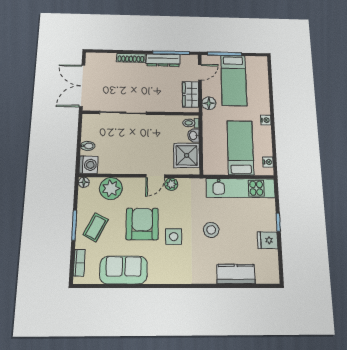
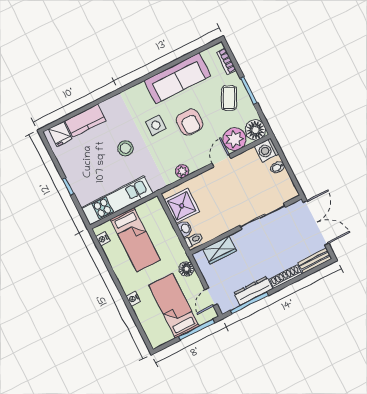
bench: (100, 58) -> (315, 261), added
wardrobe: (191, 94) -> (219, 250), moved, turned 90
nightstand: (266, 120) -> (133, 299), moved
door: (155, 176) -> (221, 161), moved
floor lamp: (84, 182) -> (255, 130), width x1.89, depth x1.89
armchair: (142, 224) -> (190, 122), width x0.73, depth x0.73
fridge: (268, 240) -> (60, 134), moved, turned 90
sofa: (124, 270) -> (177, 78), width x1.36

